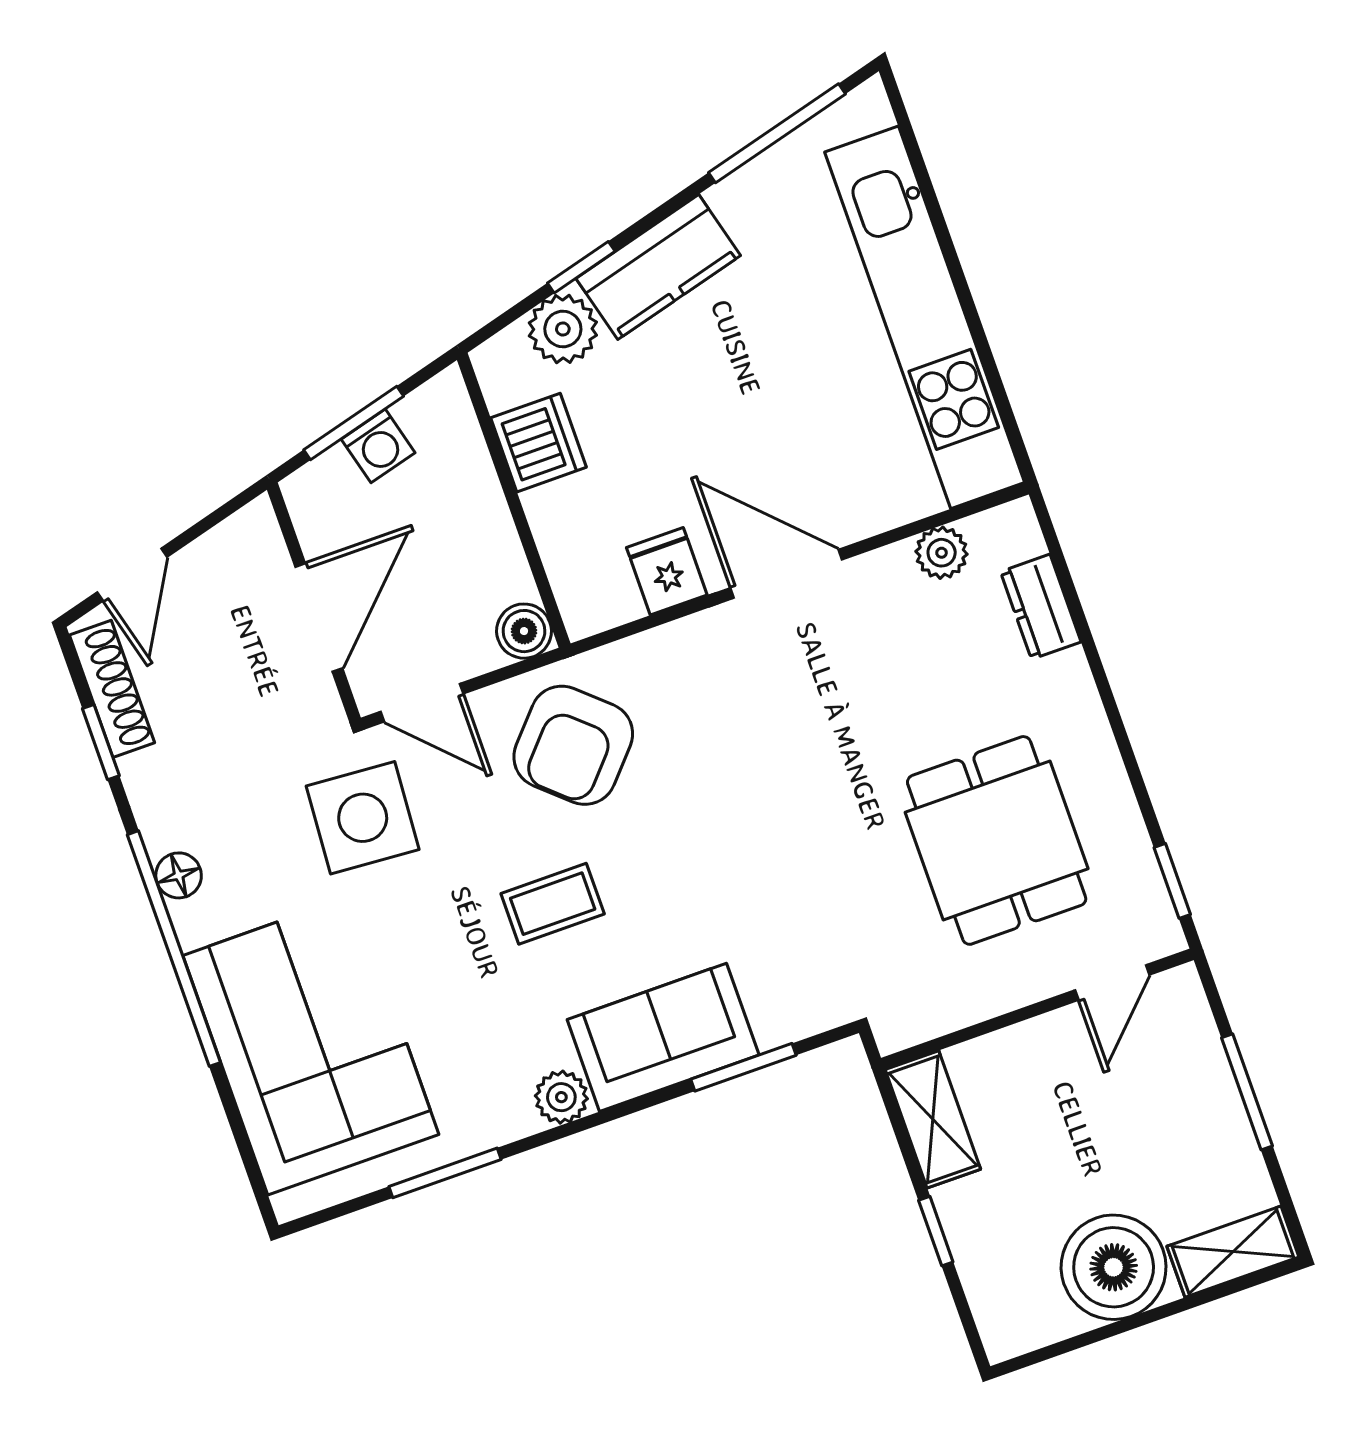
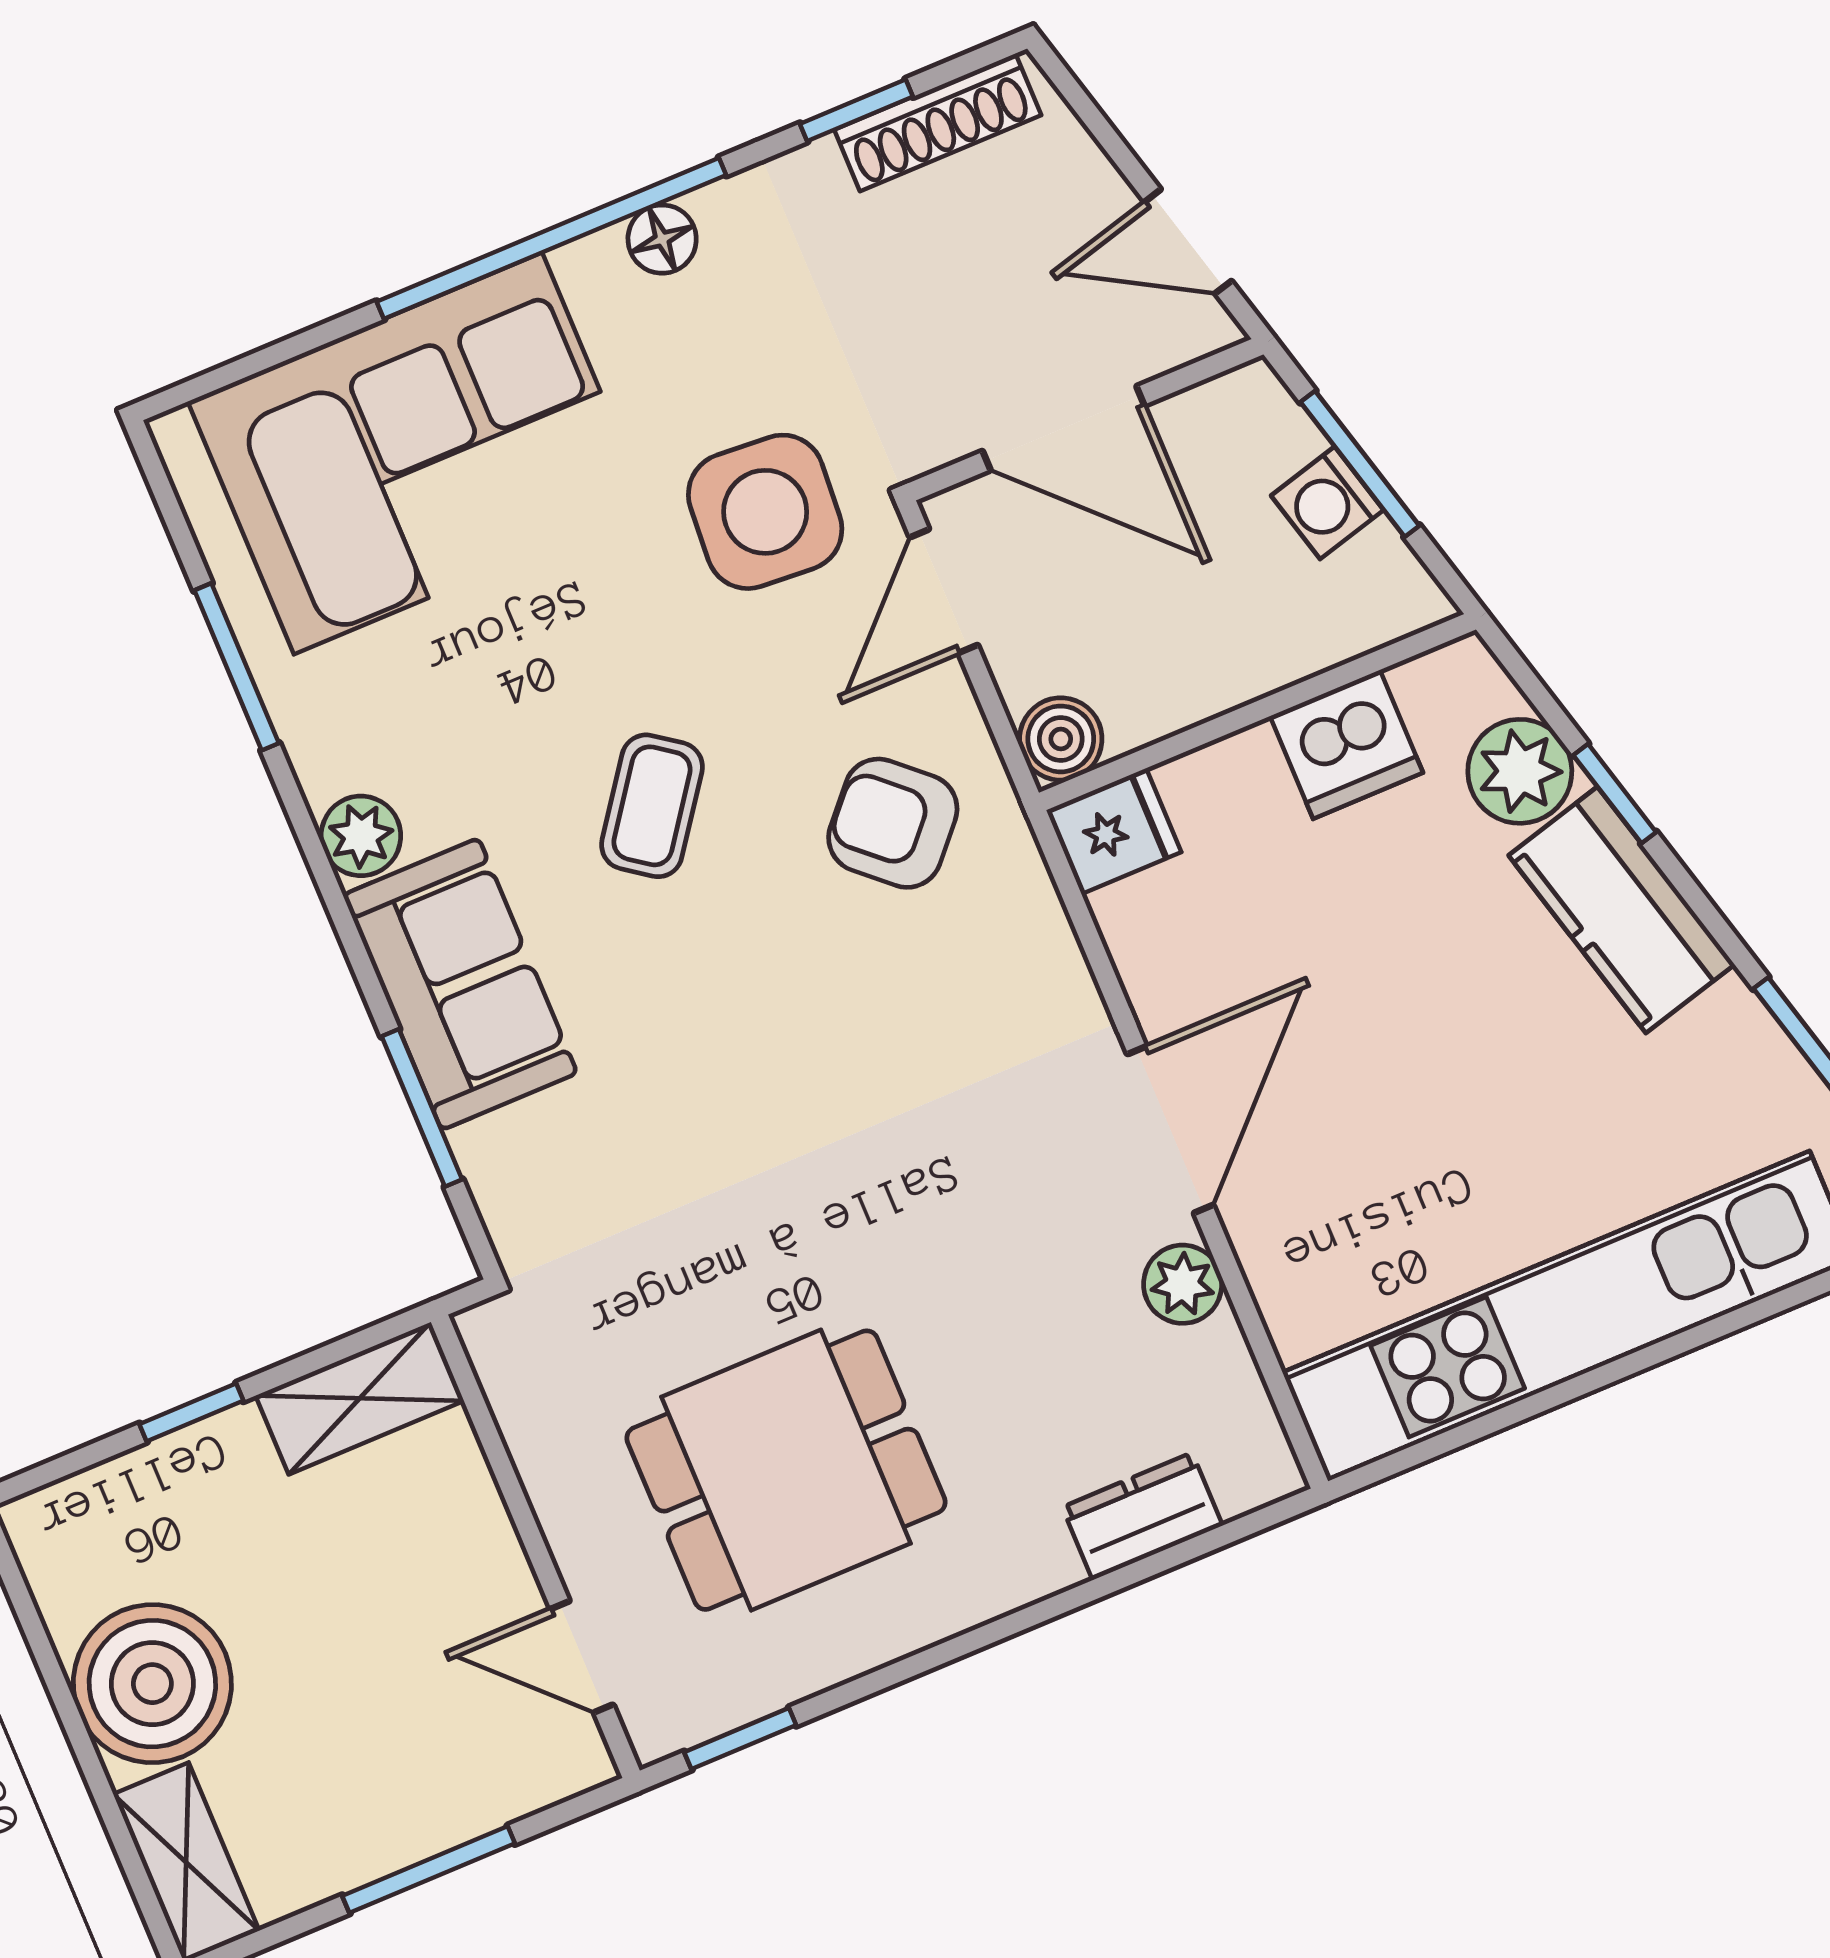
plant: (942, 553) -> (1183, 1284), moved
fridge: (667, 571) -> (1114, 831), moved
door: (132, 575) -> (1188, 241), moved
armchair: (573, 745) -> (893, 823), width x0.72, depth x0.72
coffee table: (553, 904) -> (652, 806), turned 36

